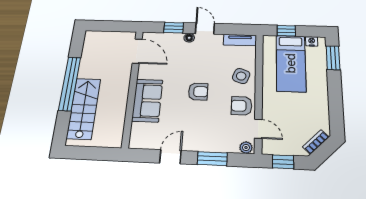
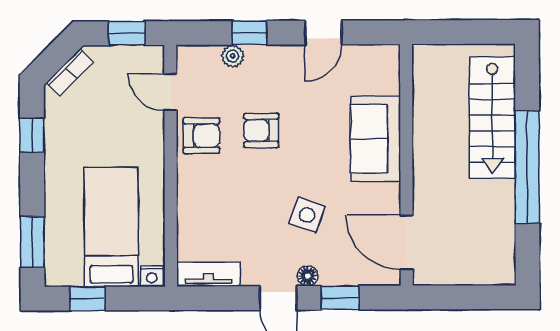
window: (286, 31) -> (87, 299), moved
nightstand: (312, 41) -> (152, 276), moved
side table: (241, 76) -> (307, 215), moved
armchair: (198, 92) -> (261, 130), moved
window: (336, 110) -> (32, 135), added
plant: (246, 148) -> (233, 56), moved
window: (212, 159) -> (250, 33), width x0.67

